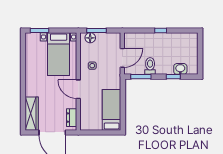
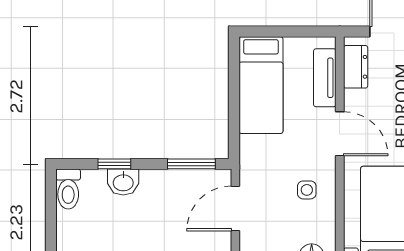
toilet: (150, 66) -> (68, 189), moved
washbasin: (180, 69) -> (123, 182), moved
tv unit: (85, 113) -> (325, 78), added

